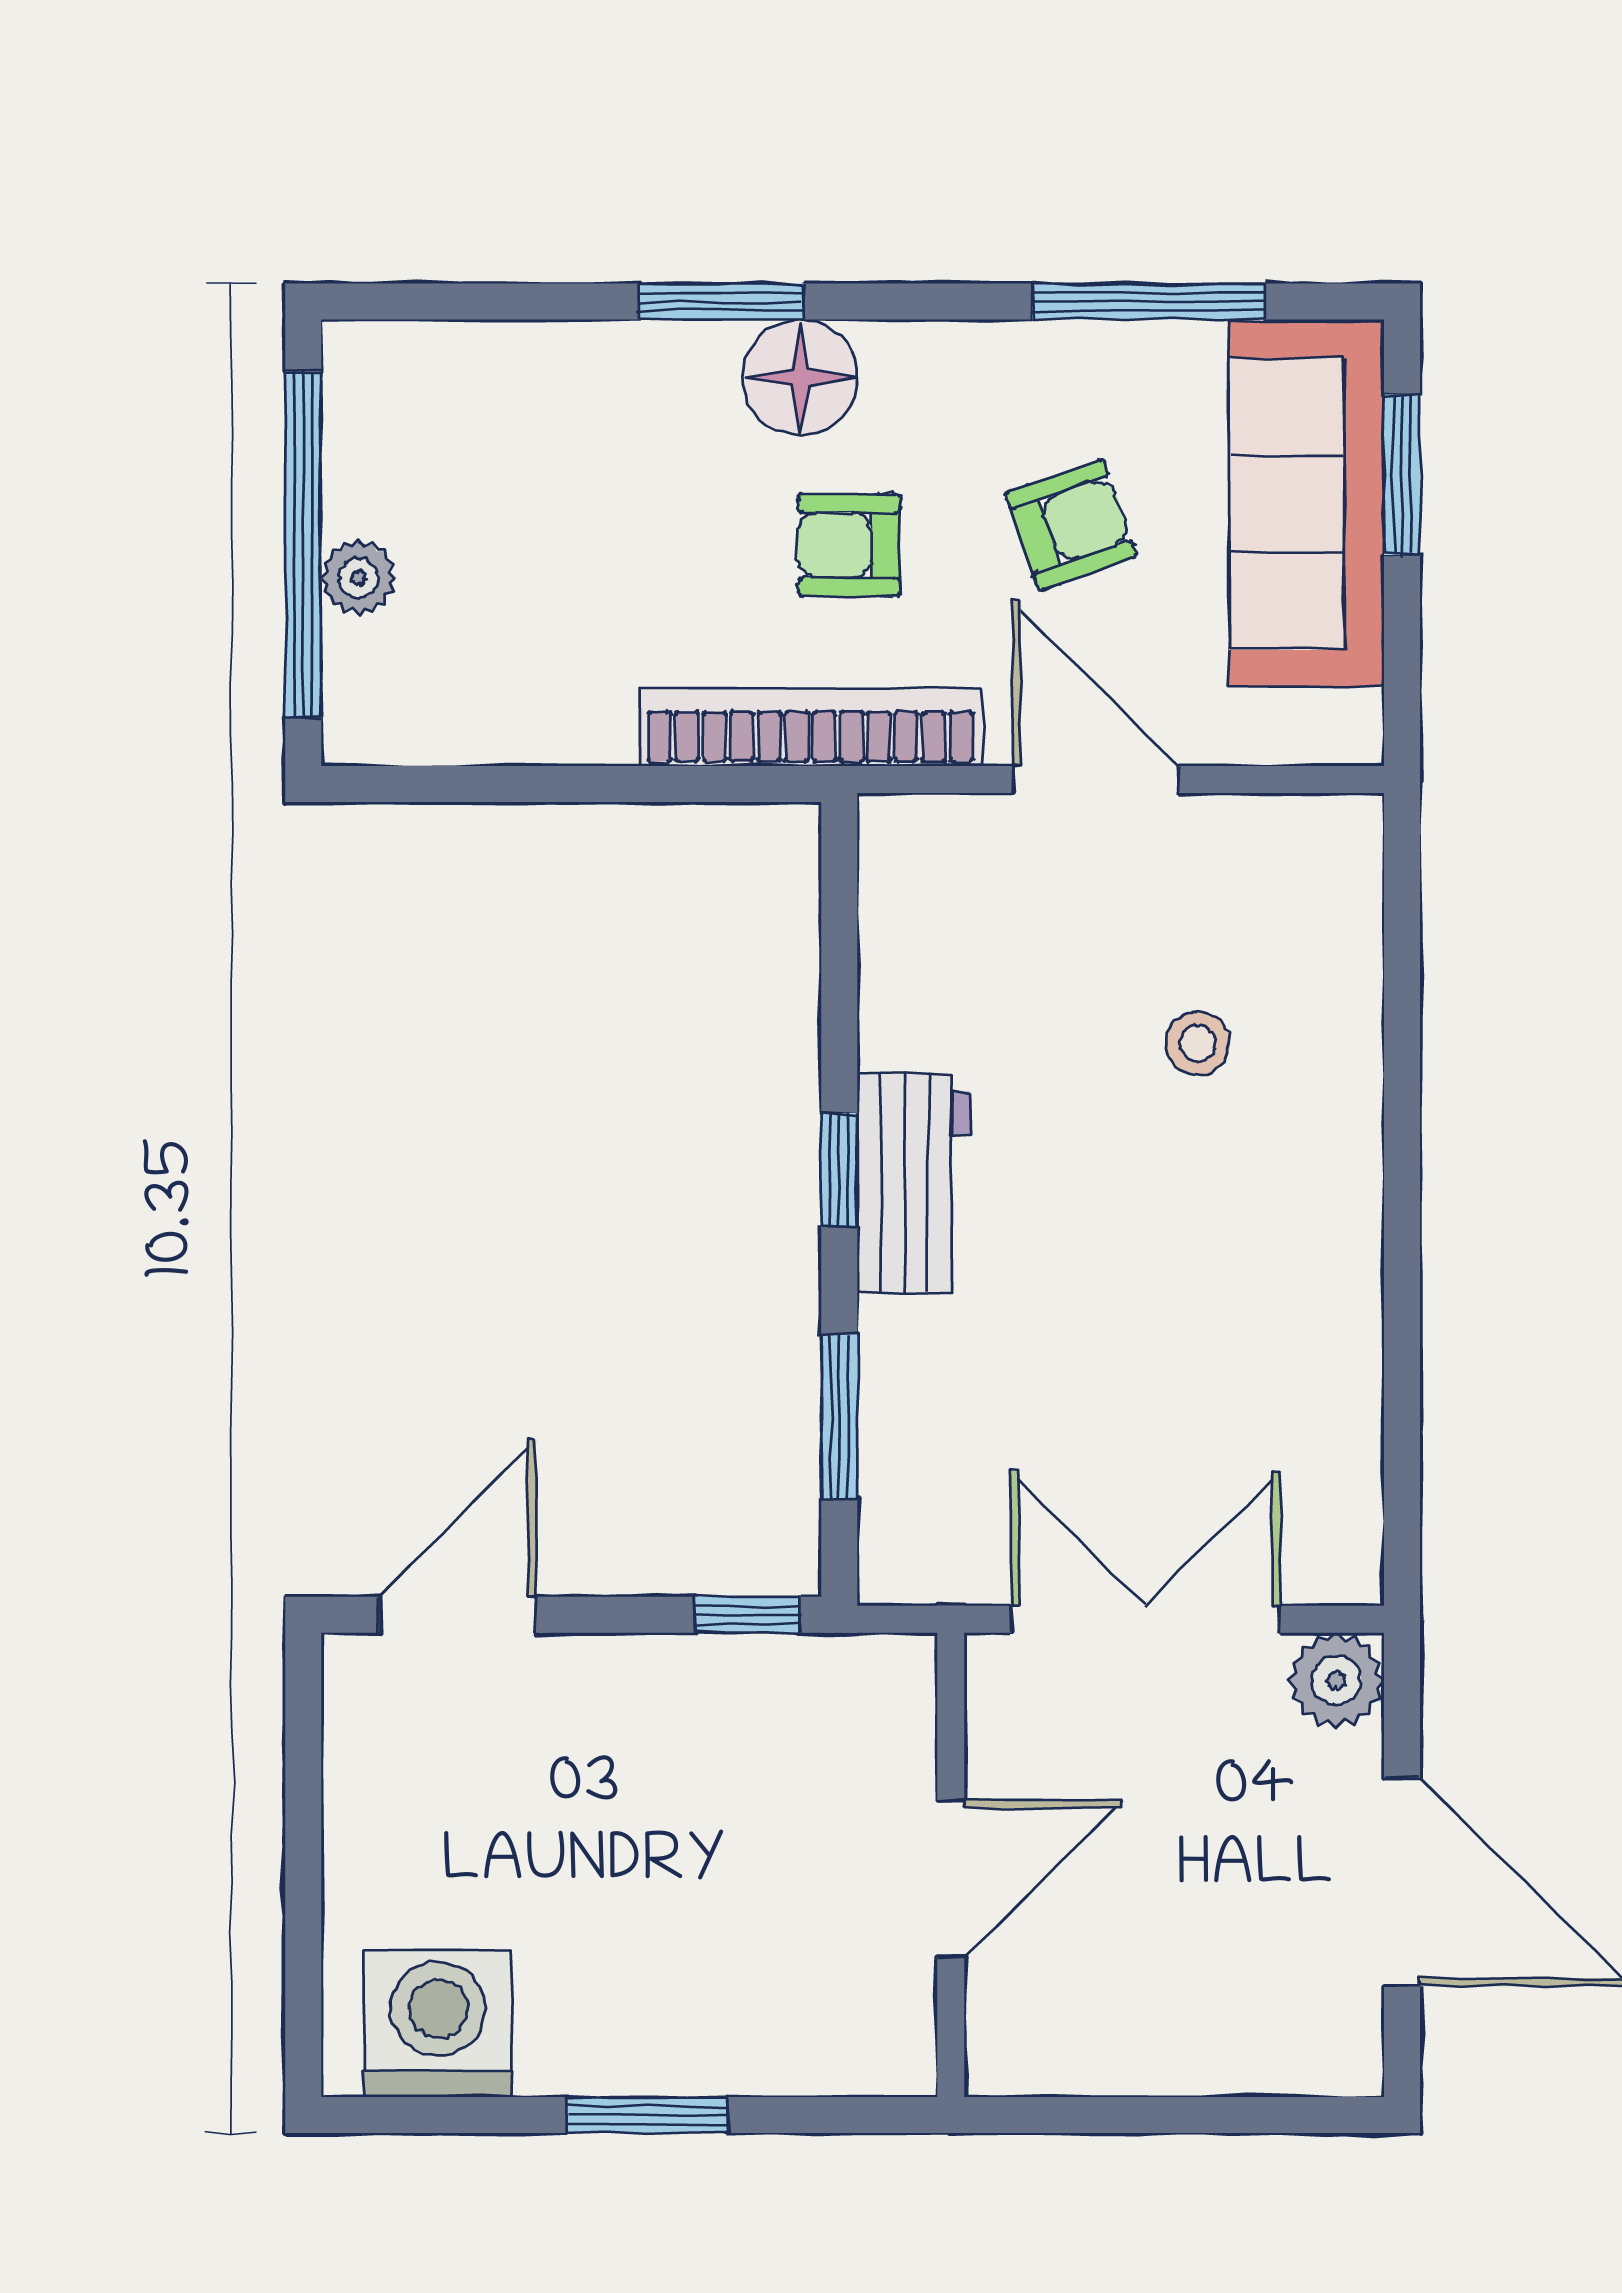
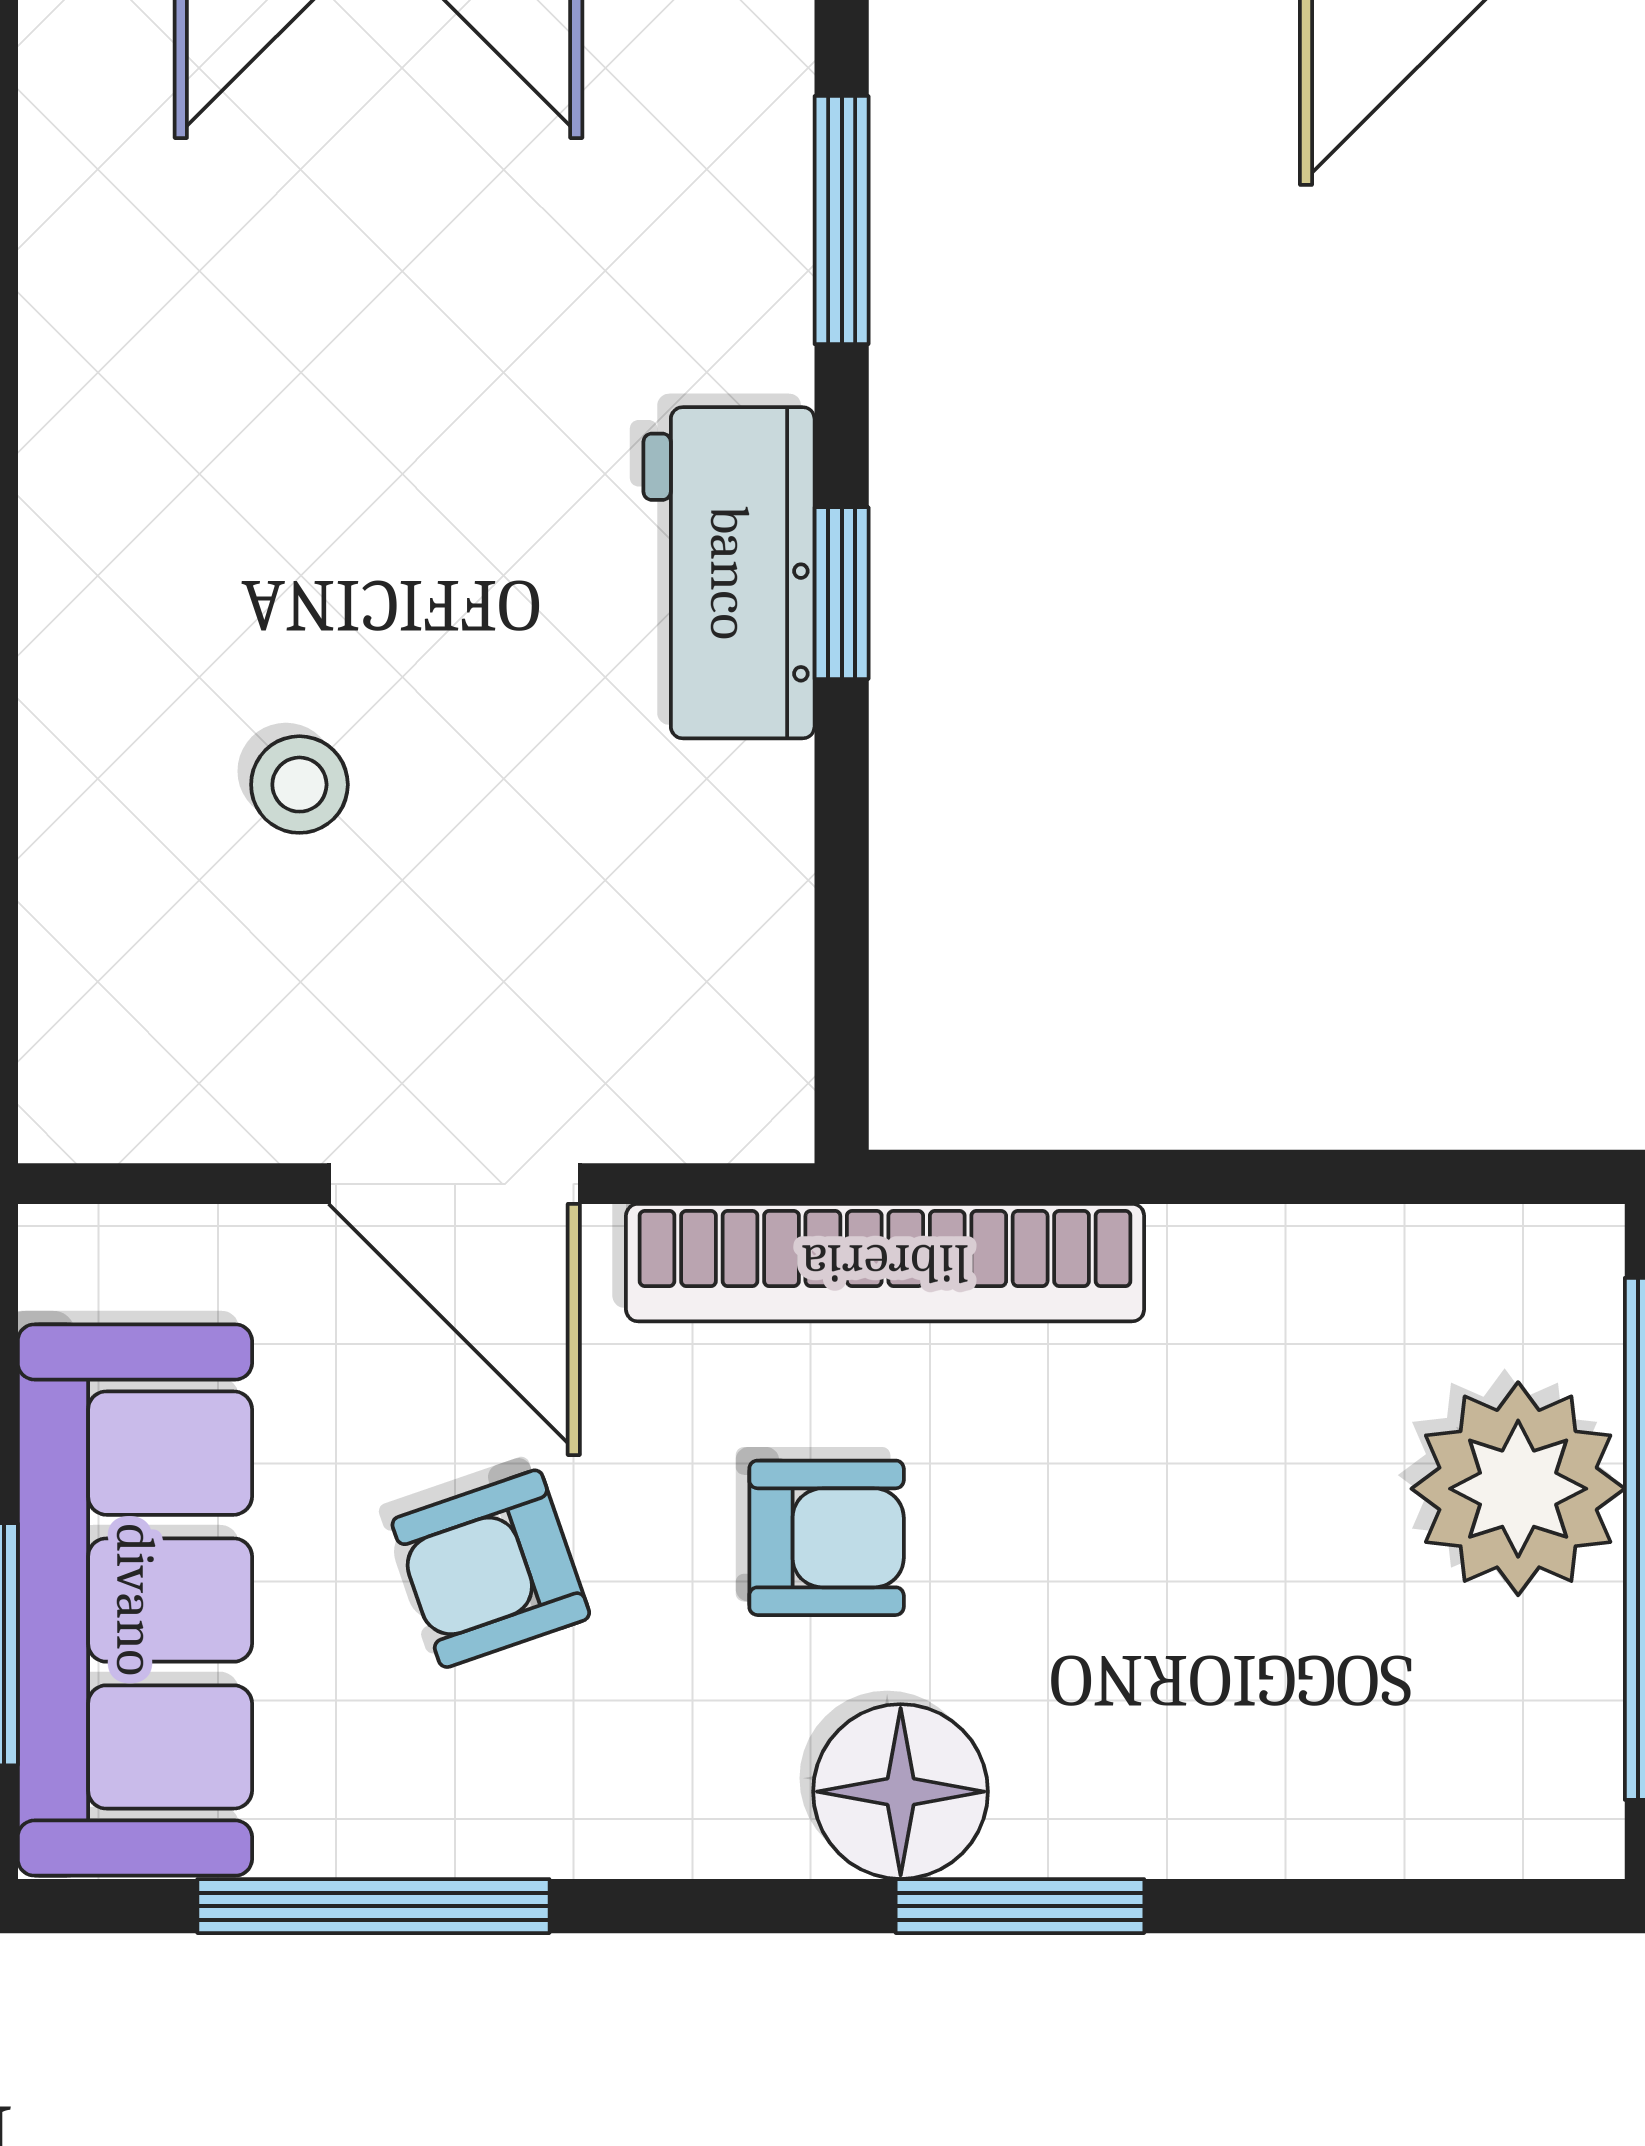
plant: (359, 578) -> (1518, 1489), width x1.88, depth x1.88

